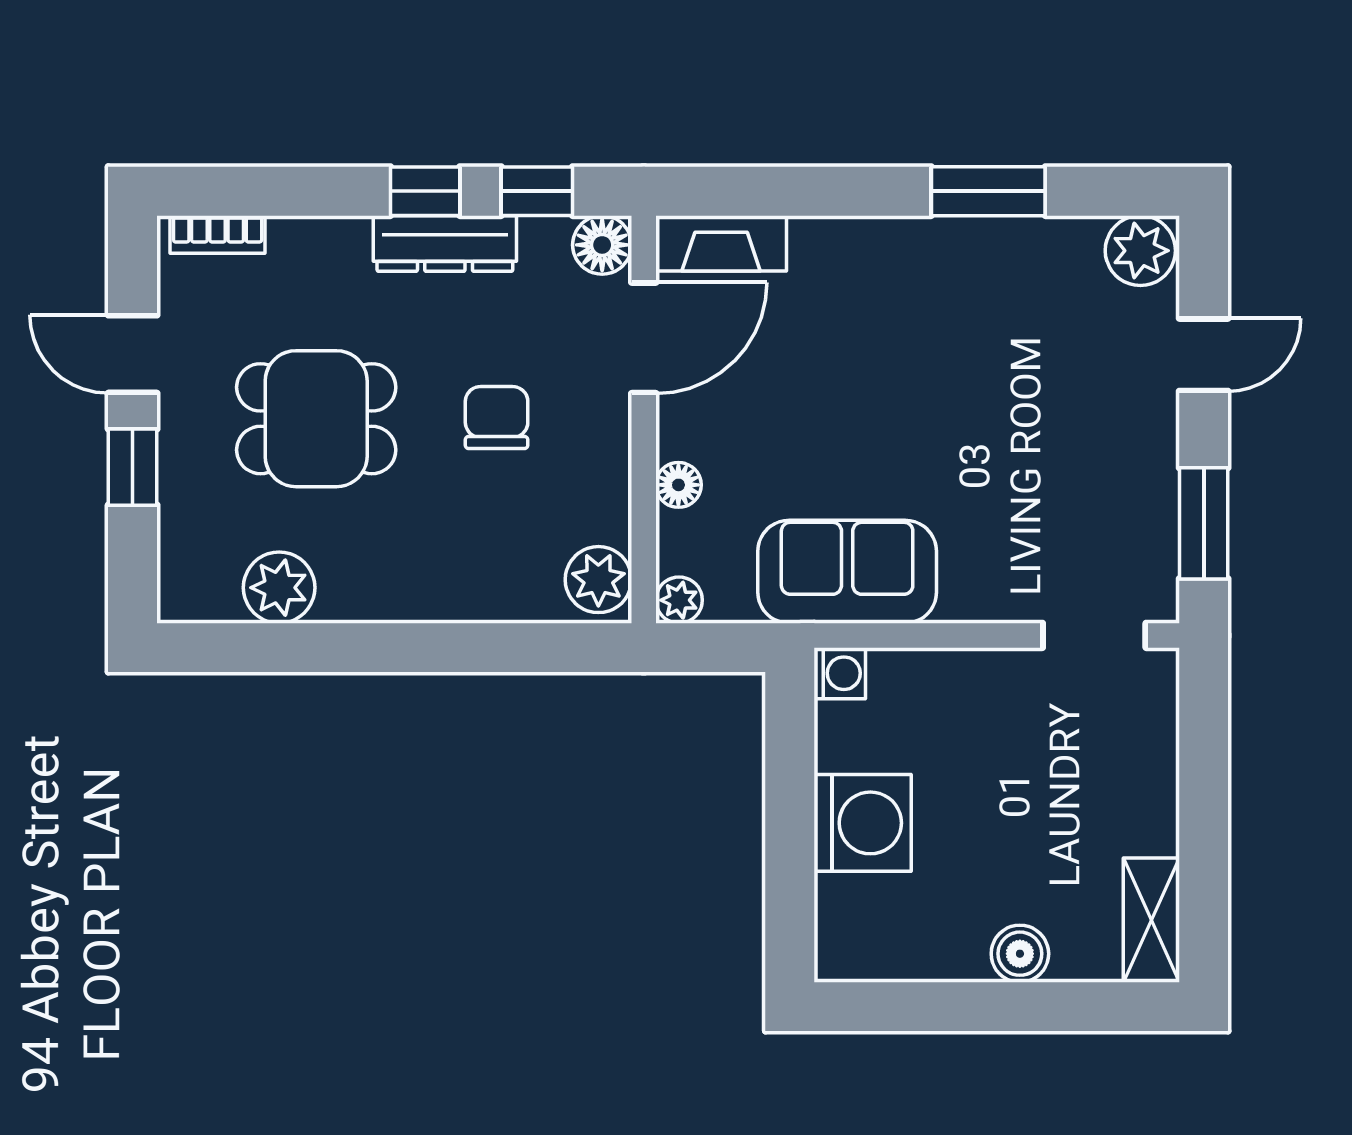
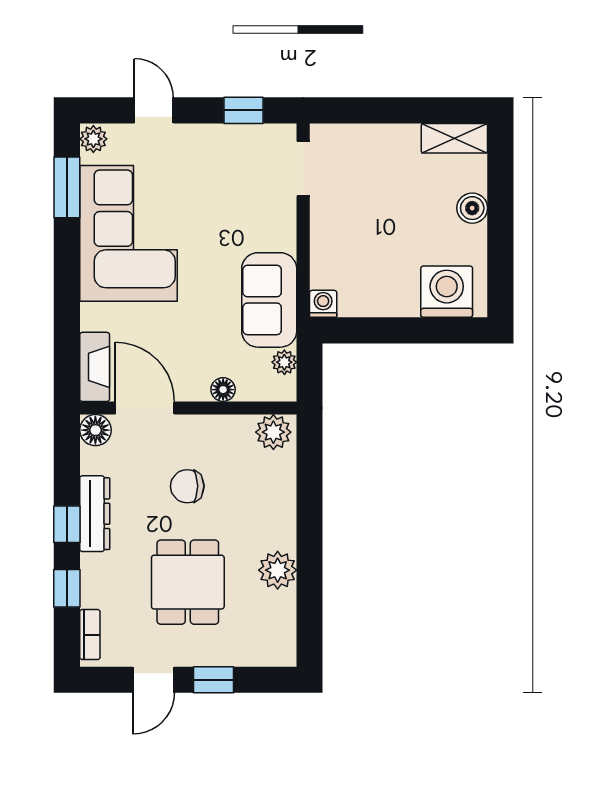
window: (537, 191) -> (67, 588), moved
window: (988, 191) -> (67, 187), moved
plant: (1140, 251) -> (93, 139), width x0.73, depth x0.73
corner sofa: (972, 307) -> (128, 233), added
window: (1204, 523) -> (243, 110), width x0.67
plant: (279, 588) -> (278, 570), moved
plant: (679, 600) -> (284, 362), moved
washing machine: (863, 823) -> (447, 292), moved

